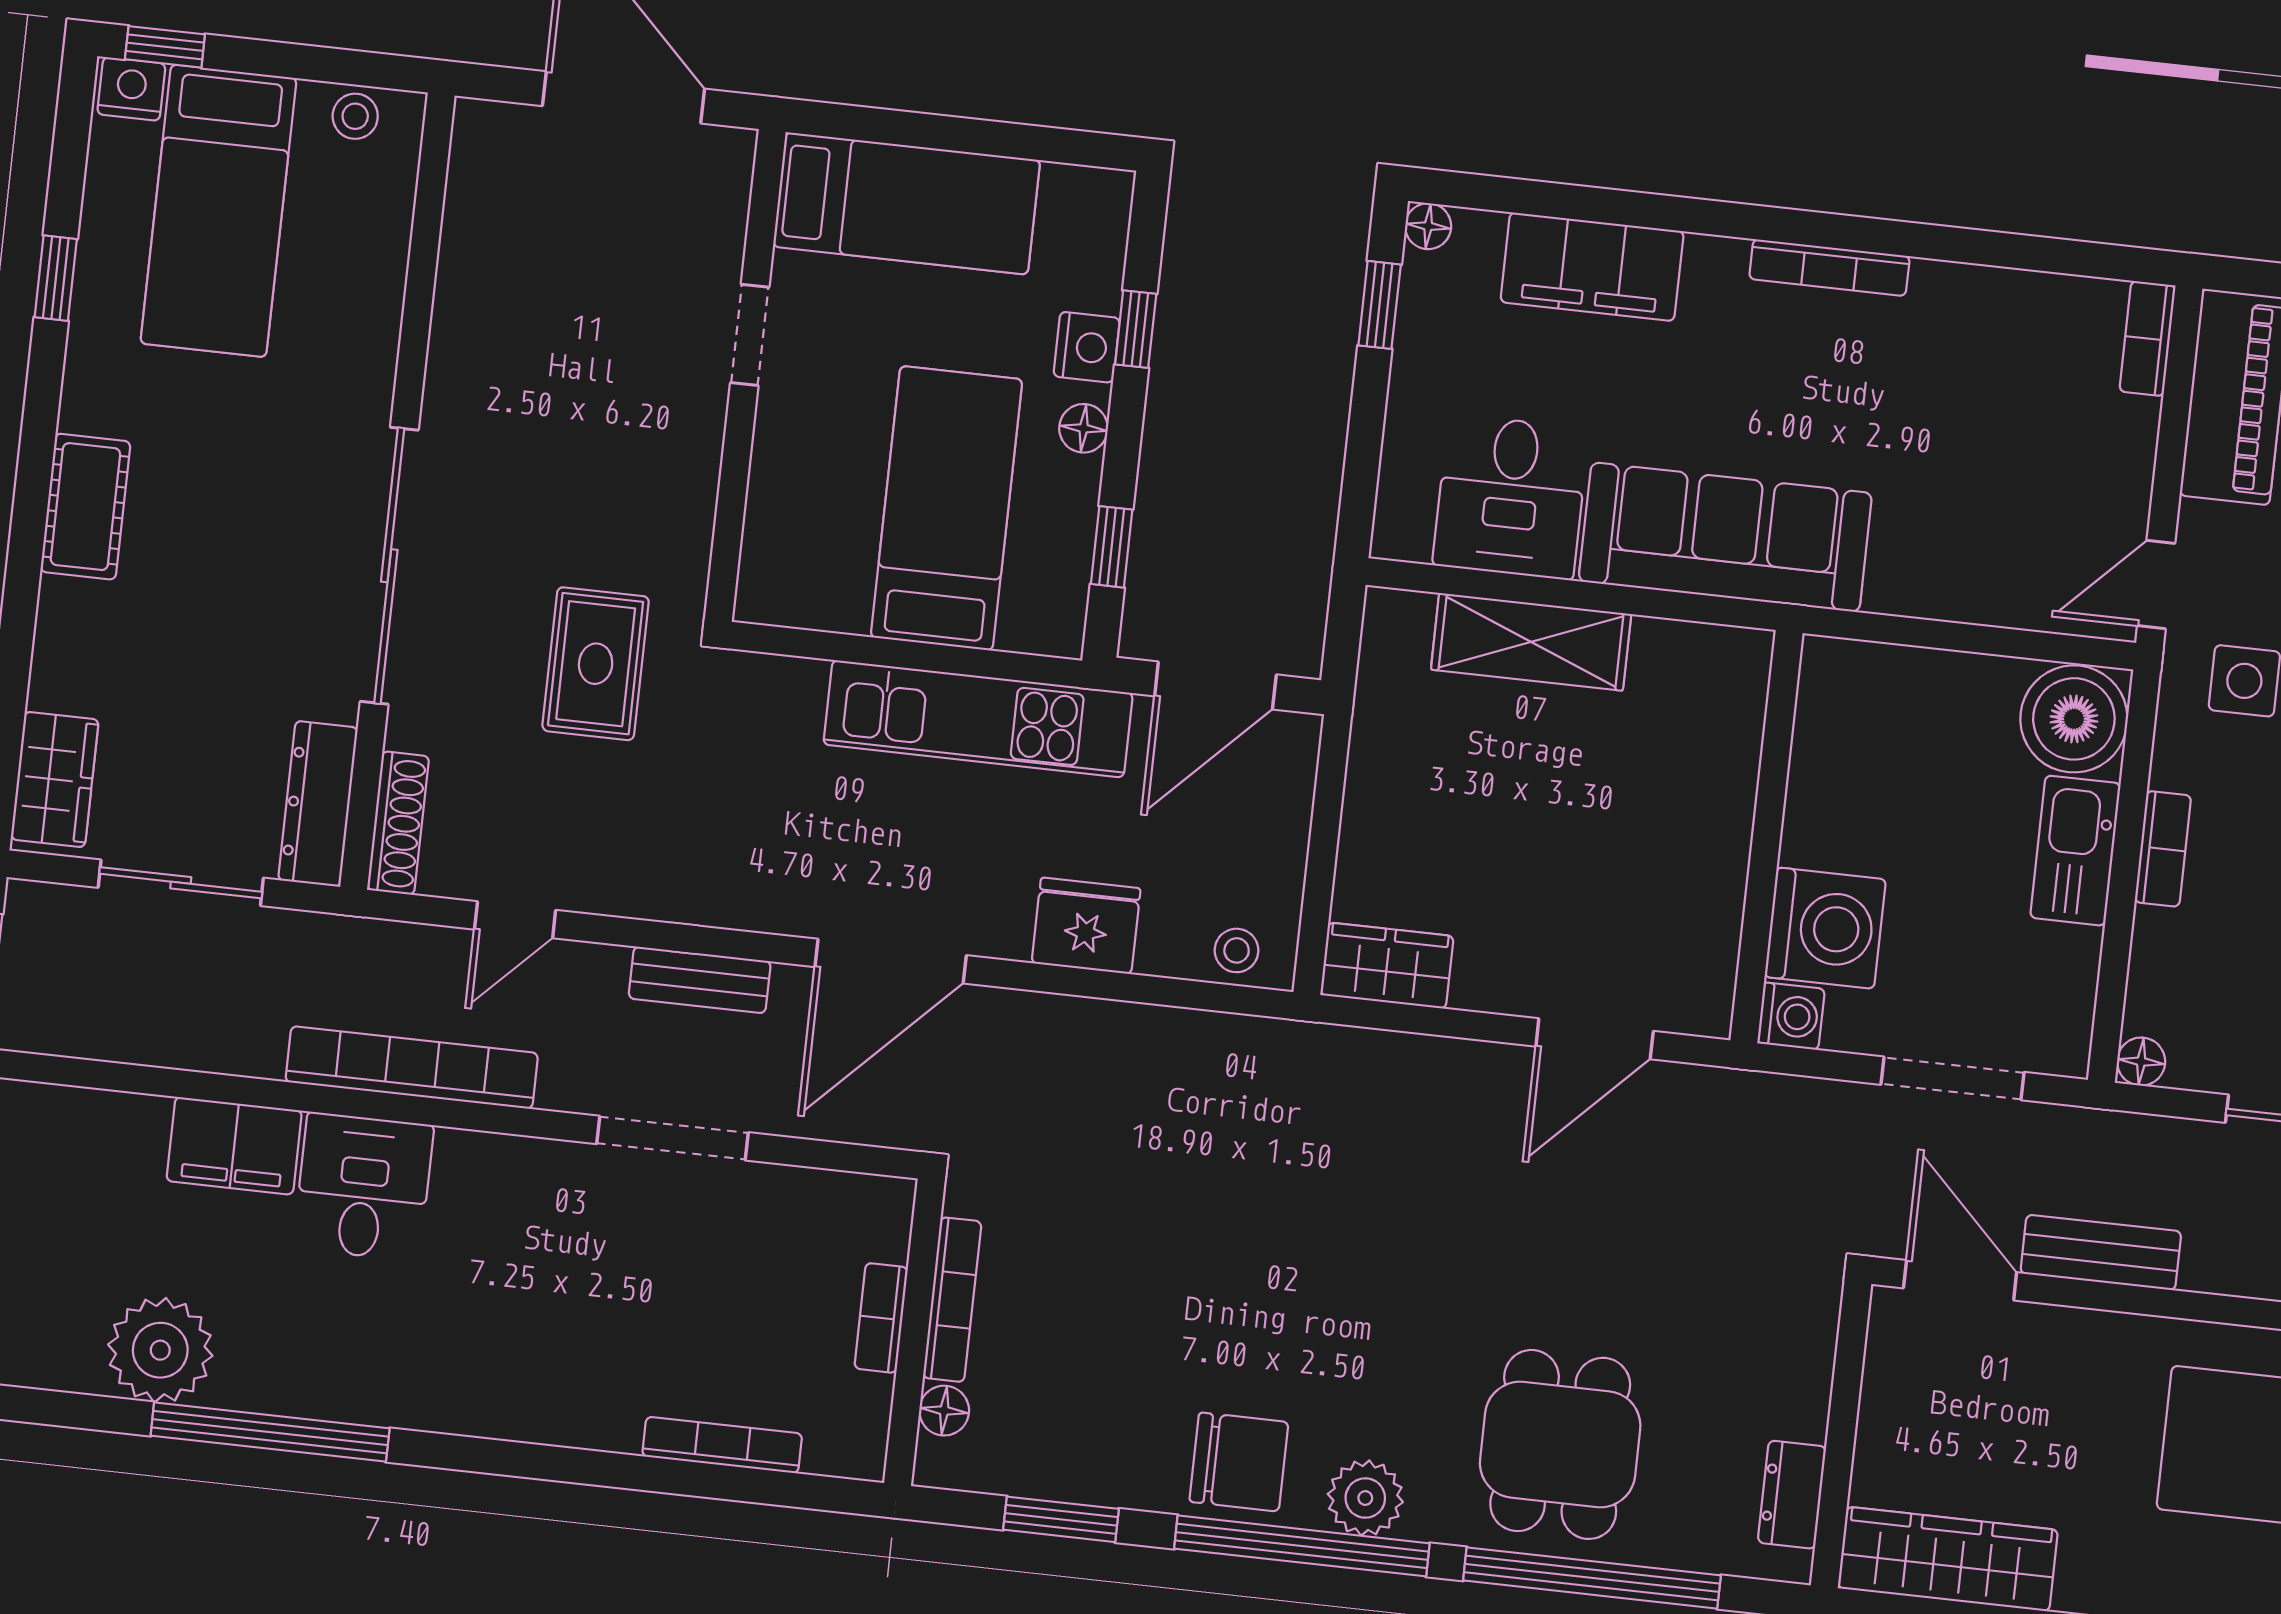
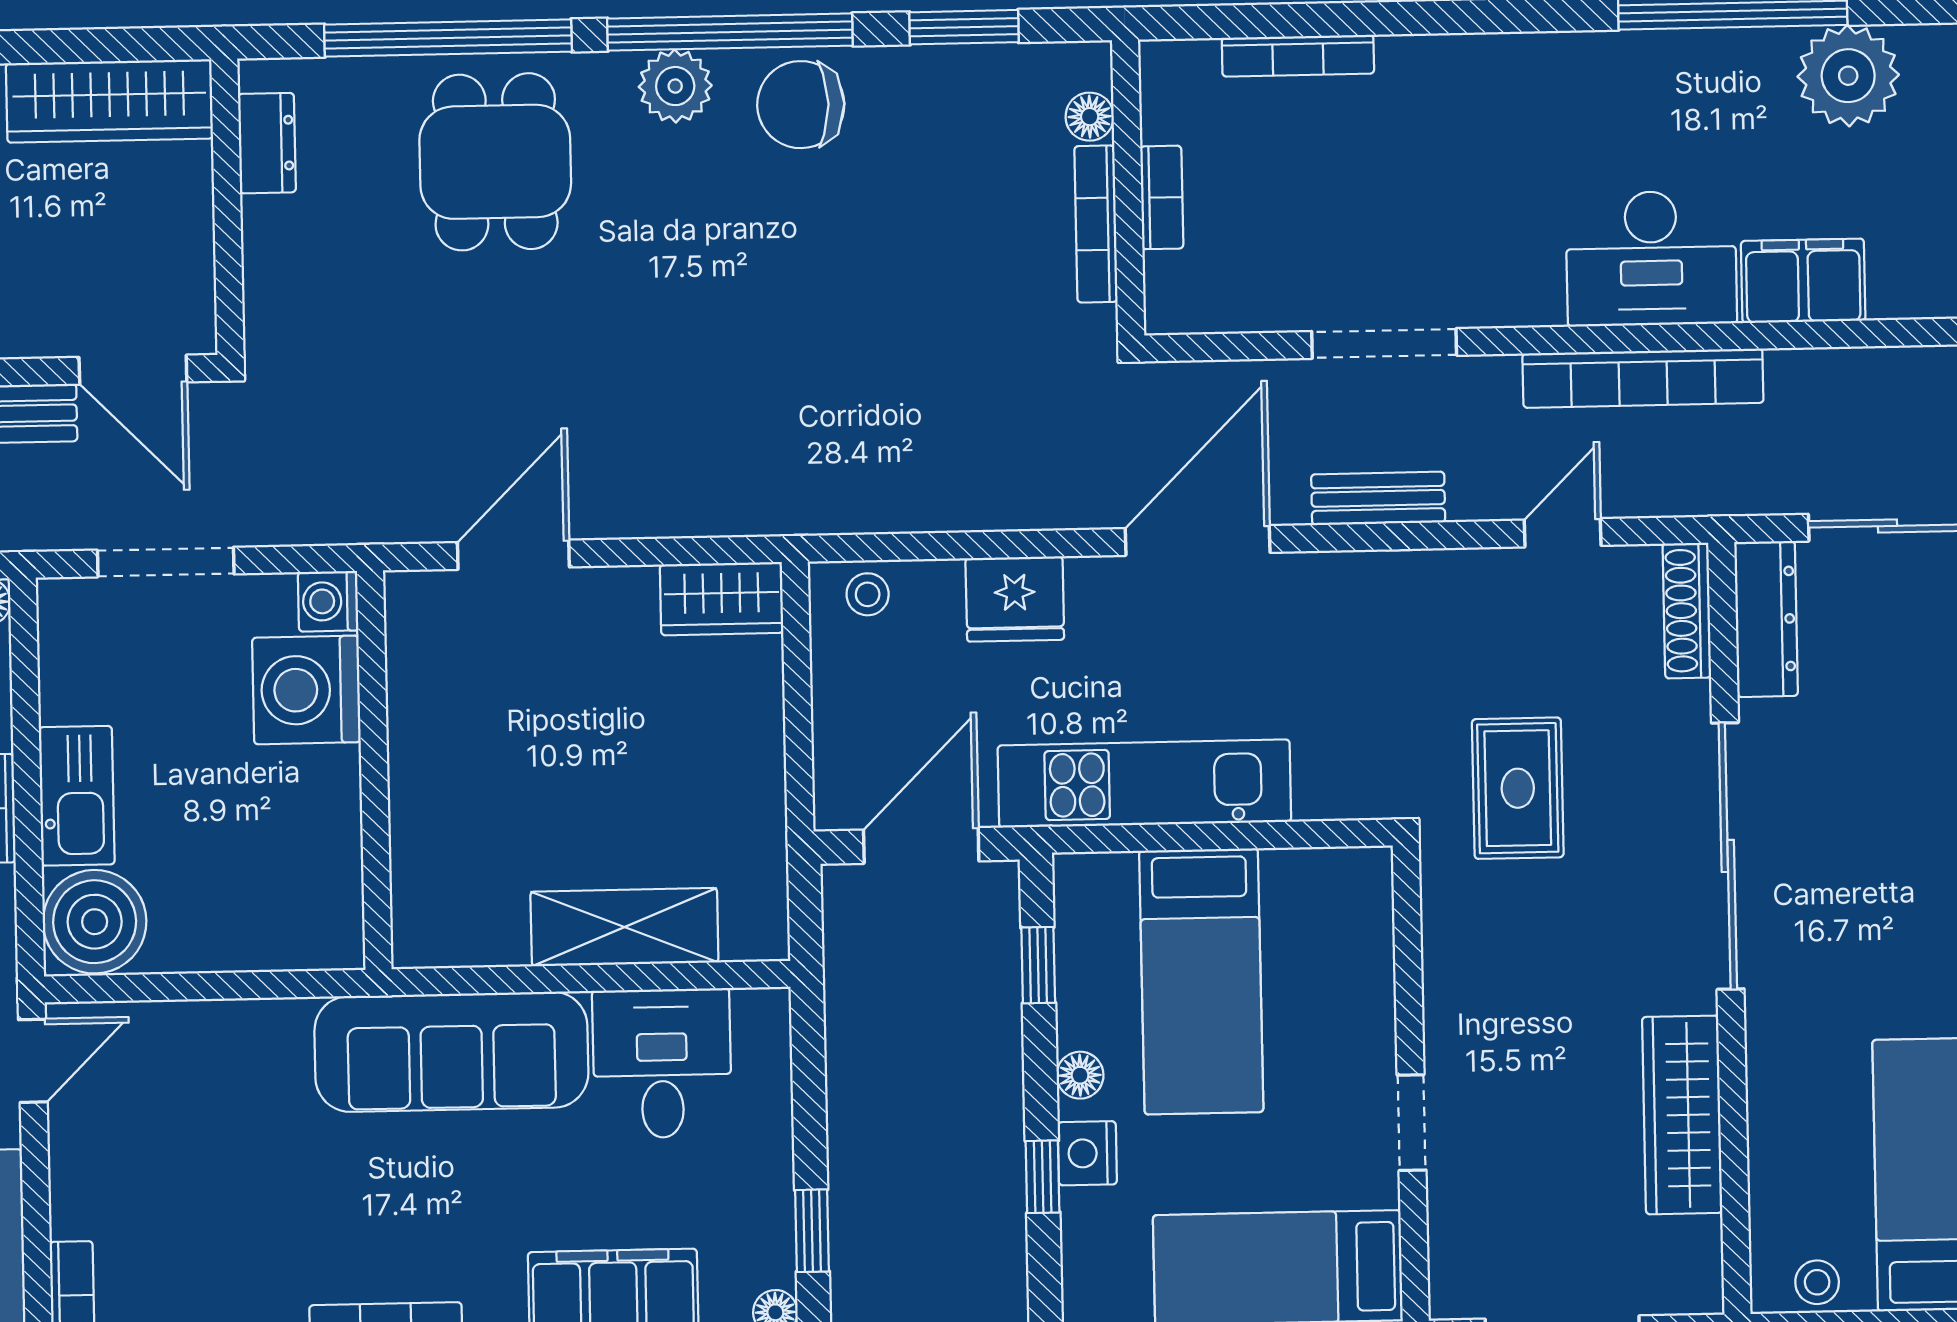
wardrobe: (471, 306) -> (1682, 1115), added
desk: (363, 1187) -> (1651, 258), width x1.37

